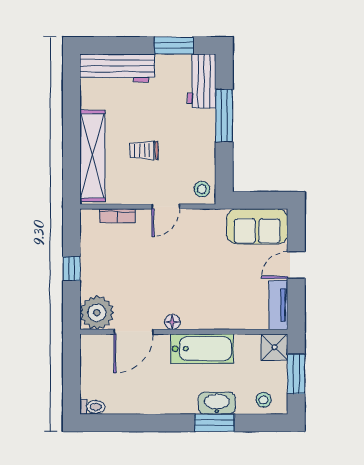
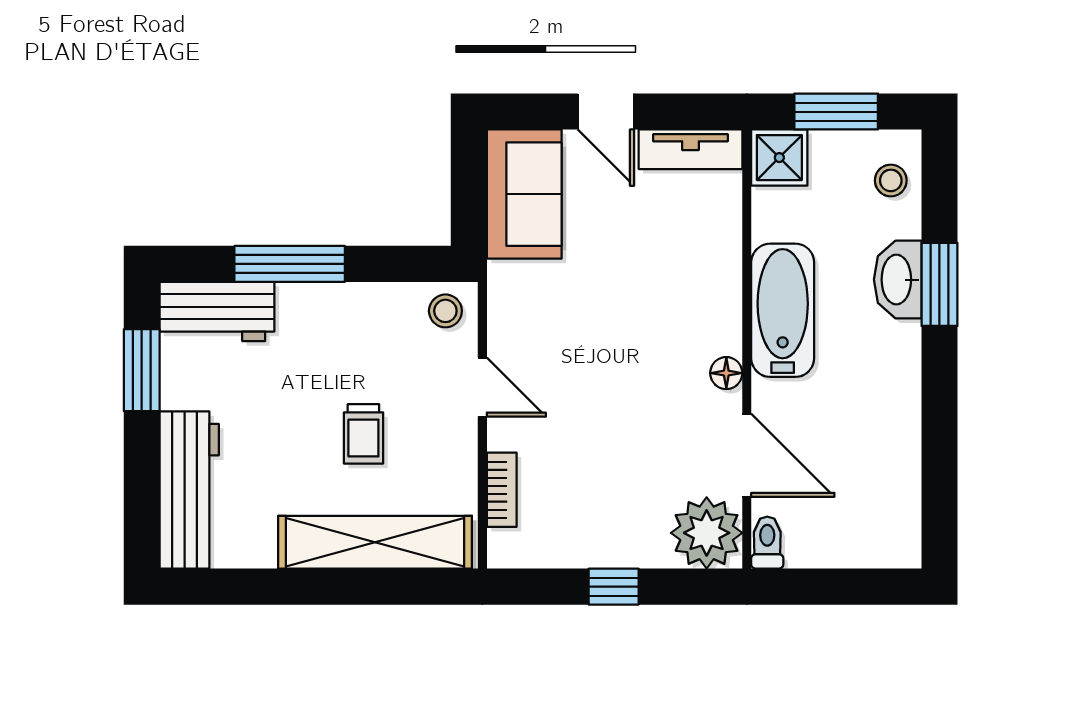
toilet: (92, 407) -> (767, 543), moved

